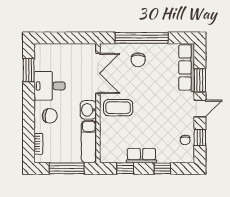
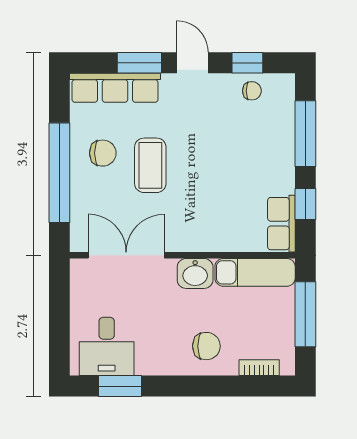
chair: (138, 60) -> (103, 153), moved
desk: (50, 86) -> (107, 346), moved
coffee table: (118, 108) -> (150, 165), moved
chair: (50, 116) -> (206, 346), turned 84
row of seats: (141, 156) -> (281, 224), moved
window: (162, 168) -> (305, 134), width x2.17

